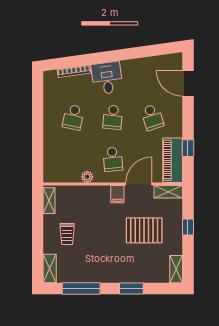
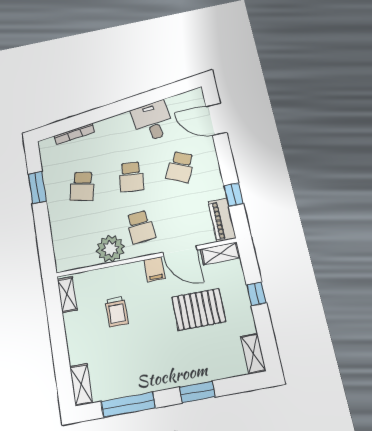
desk: (107, 78) -> (152, 121), moved
window: (38, 111) -> (37, 188), added
school desk: (152, 117) -> (180, 167), turned 42
piano: (173, 160) -> (222, 220), width x0.73, depth x0.75
plant: (87, 177) -> (110, 249), width x1.88, depth x1.88
door: (139, 184) -> (180, 251), swing flipped
trolley: (67, 234) -> (117, 312), moved

